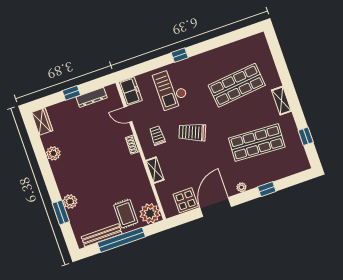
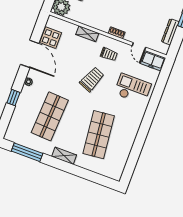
window: (180, 55) -> (150, 113), removed
door: (128, 114) -> (139, 47), swing flipped
window: (306, 136) -> (27, 152), width x2.17

